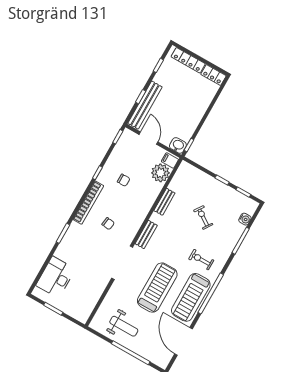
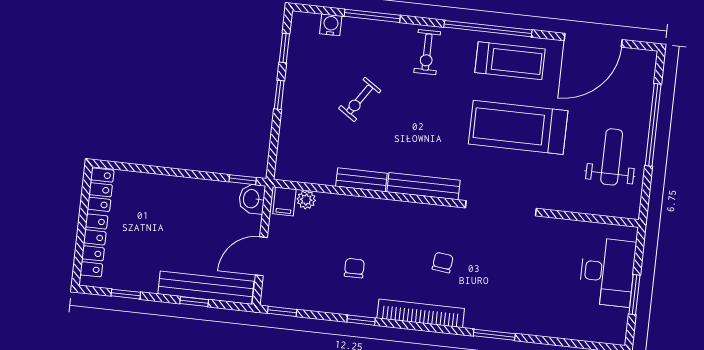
plant: (160, 173) -> (306, 200), width x0.53, depth x0.53
bench: (146, 234) -> (424, 186), width x1.36
exercise bike: (201, 260) -> (427, 52), moved
desk: (56, 277) -> (607, 272), moved, turned -90
treadmill: (191, 297) -> (510, 61), width x0.73, depth x0.73

